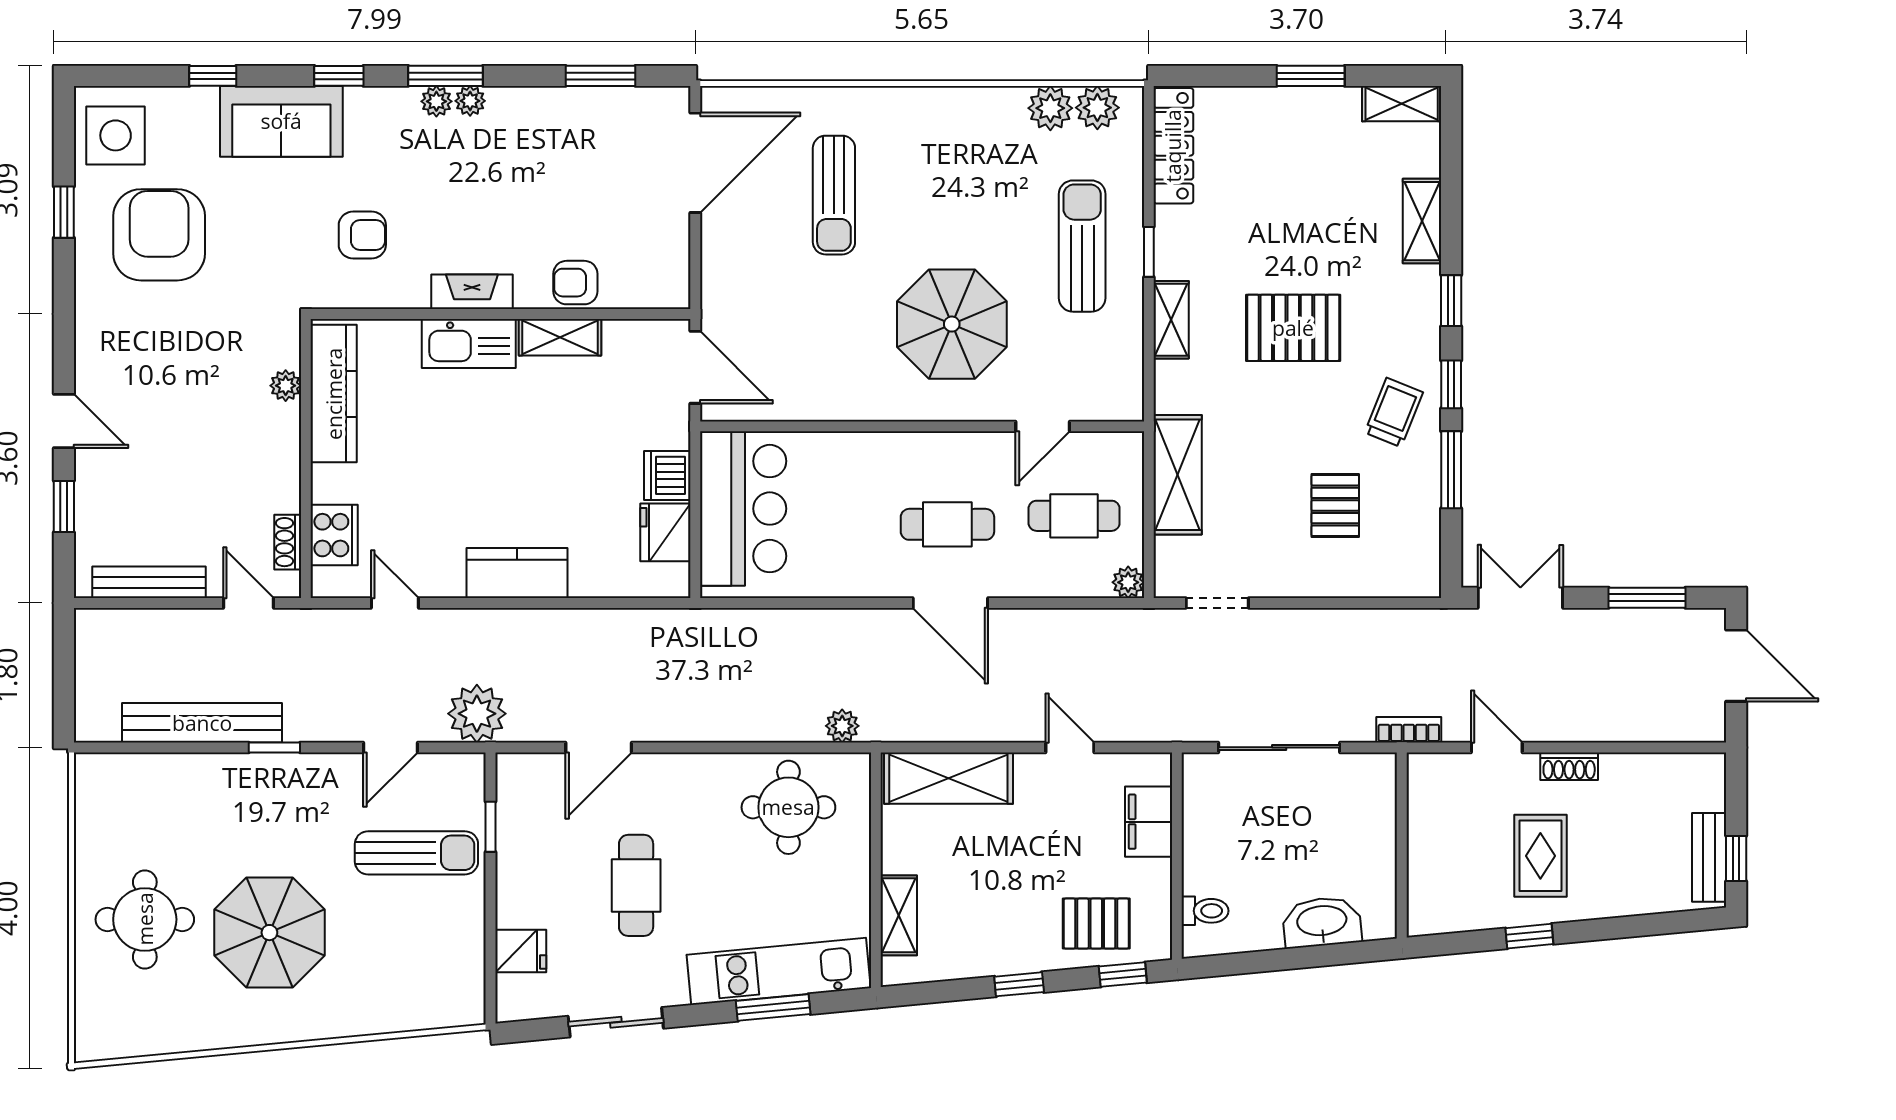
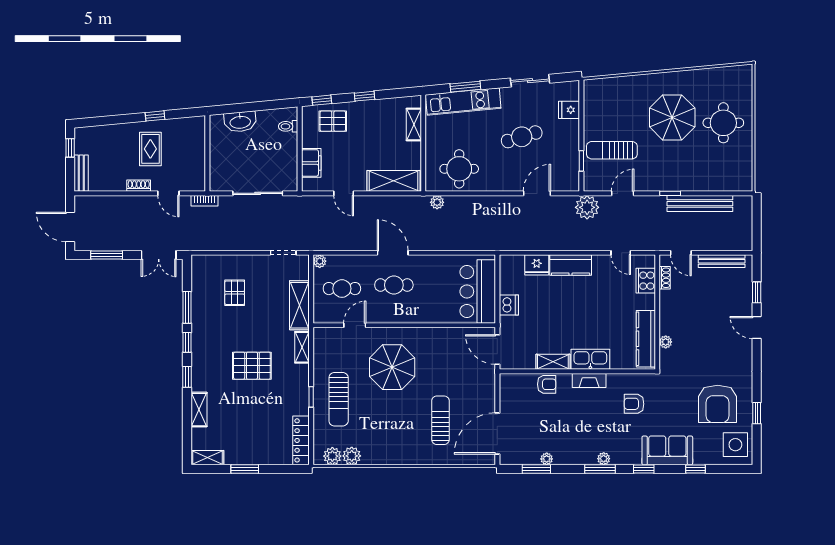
plant: (470, 101) -> (547, 459), moved
shelving: (1171, 320) -> (302, 347), moved
trolley: (1394, 412) -> (211, 331), removed
fridge: (665, 532) -> (537, 265), moved, turned 90
bench: (1709, 857) -> (81, 173), moved
cafe table: (636, 885) -> (522, 137), turned 73

